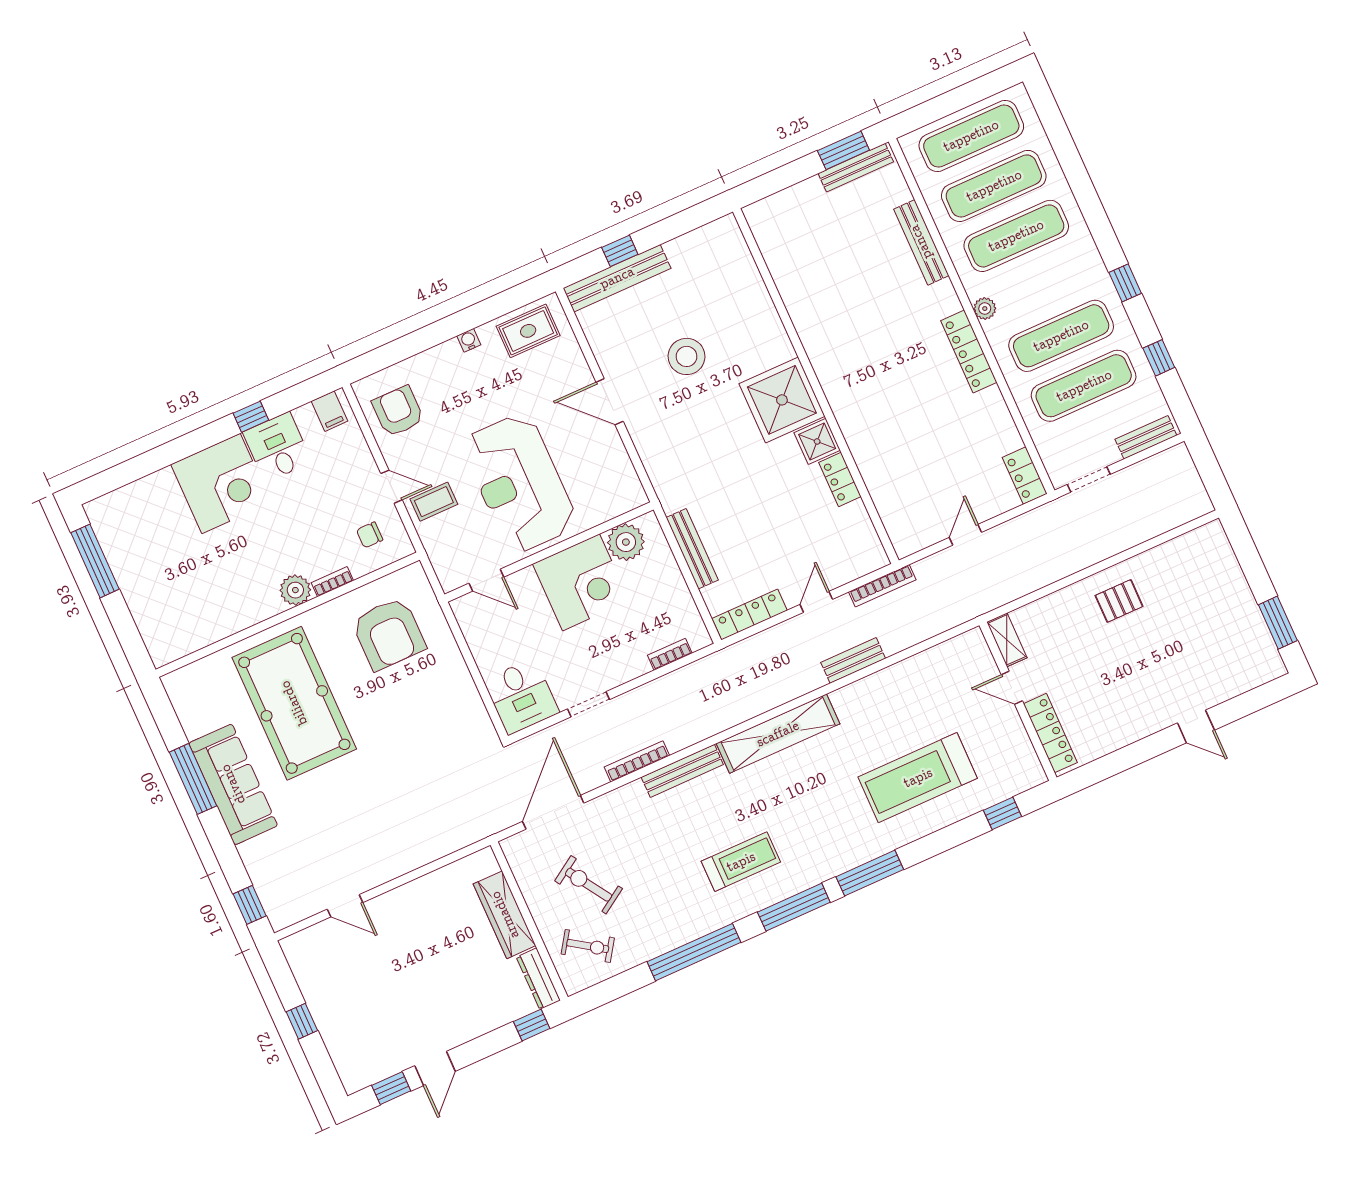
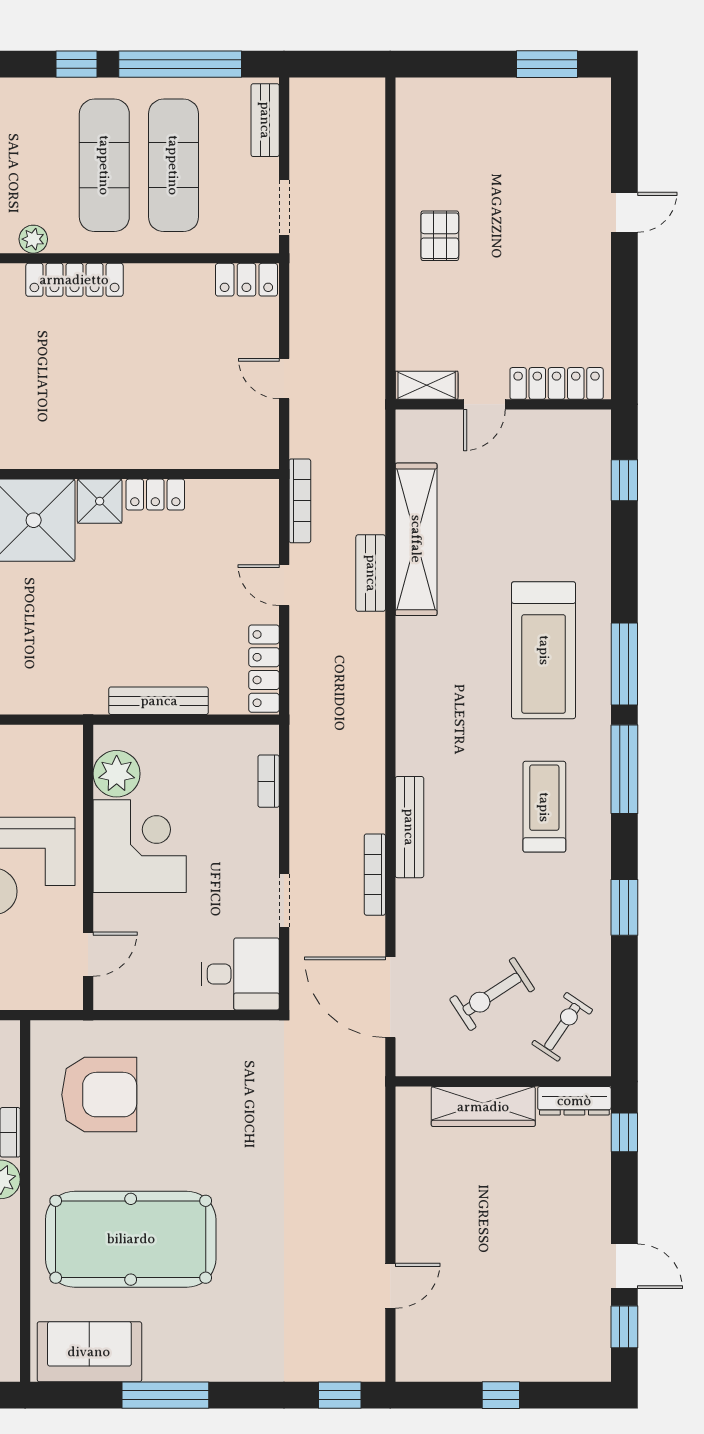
window: (1159, 358) -> (180, 64), width x3.17
shelving: (778, 734) -> (416, 539), moved
treadmill: (918, 778) -> (544, 650), moved
sofa: (233, 784) -> (89, 1352), moved, width x0.73
window: (694, 952) -> (624, 907), width x0.47

